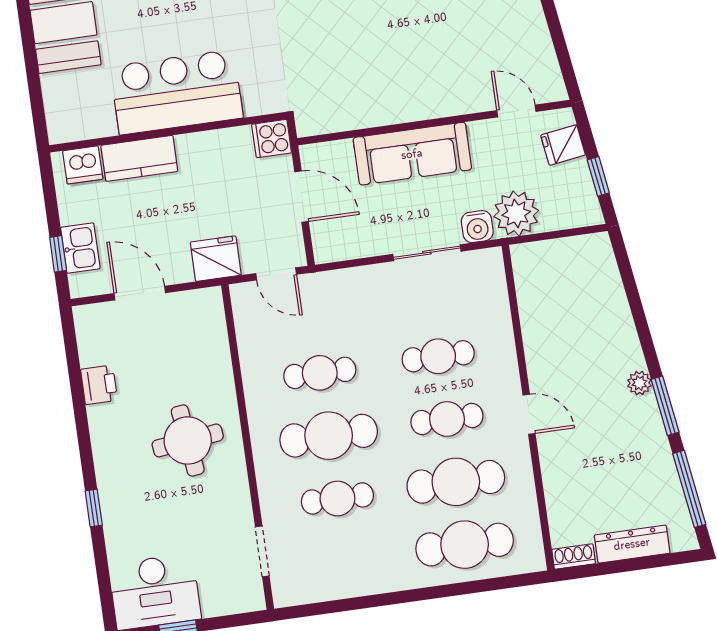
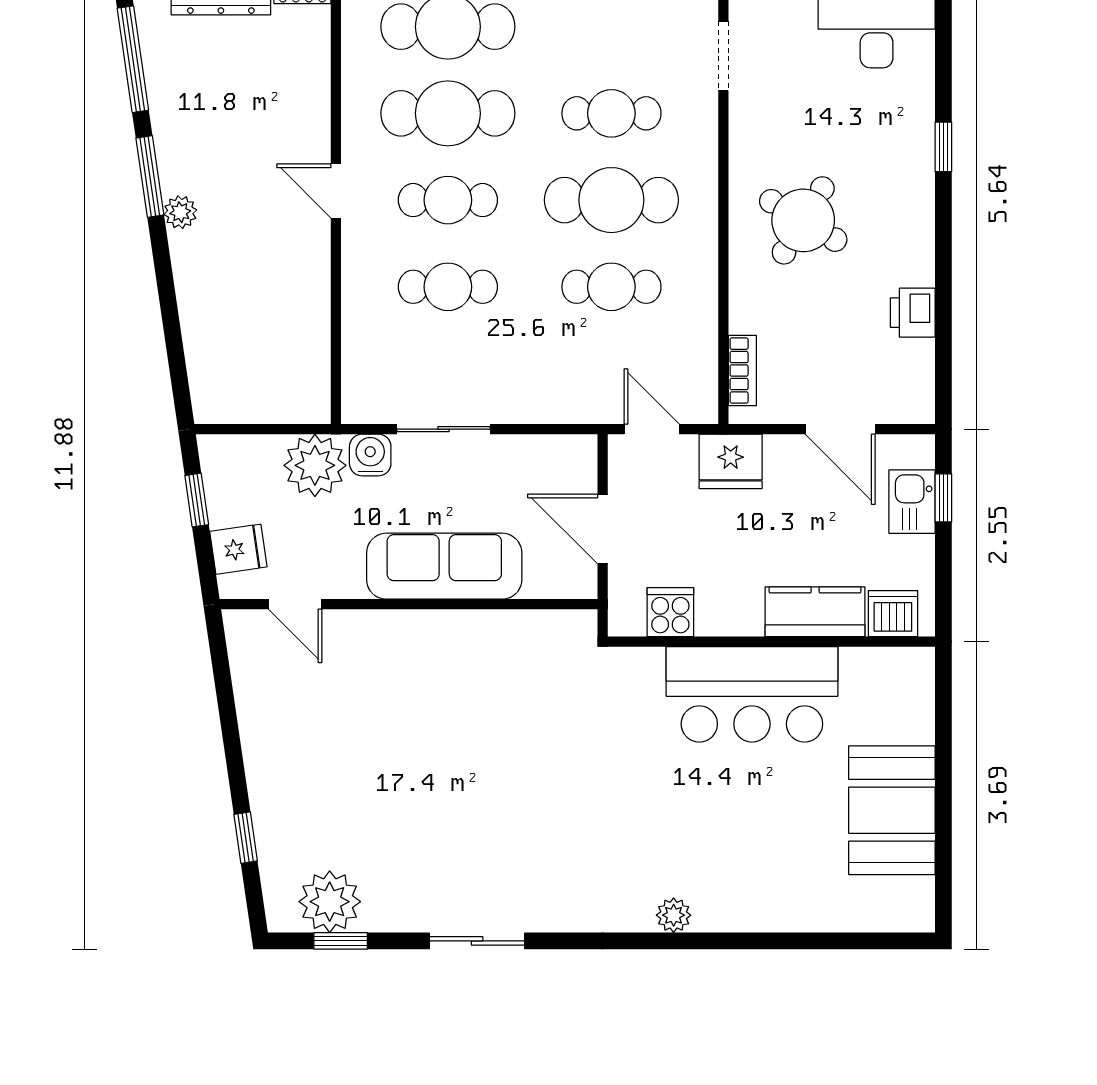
cooker: (272, 139) -> (670, 612), moved, turned -90
bookcase: (216, 326) -> (742, 371), added
round table: (188, 440) -> (803, 220), turned 38

